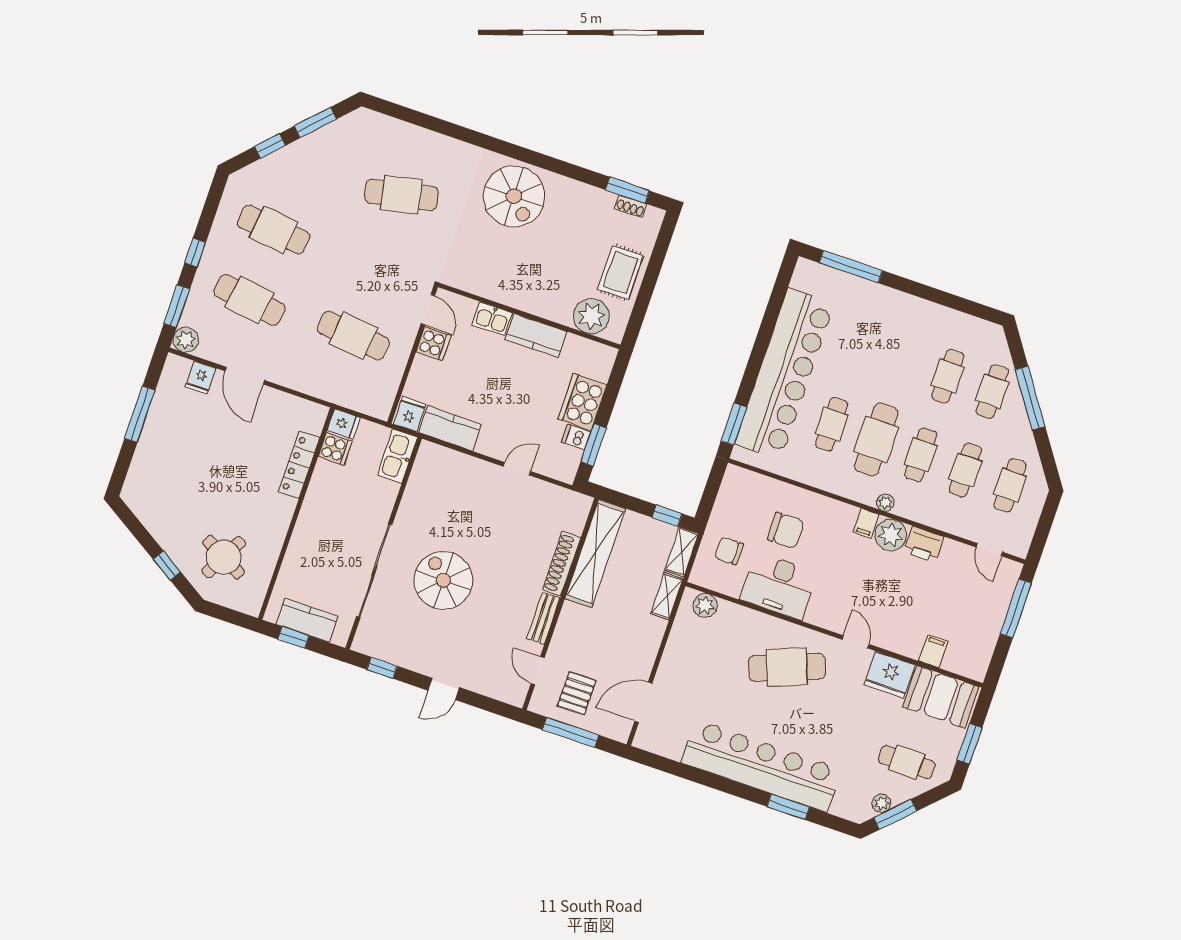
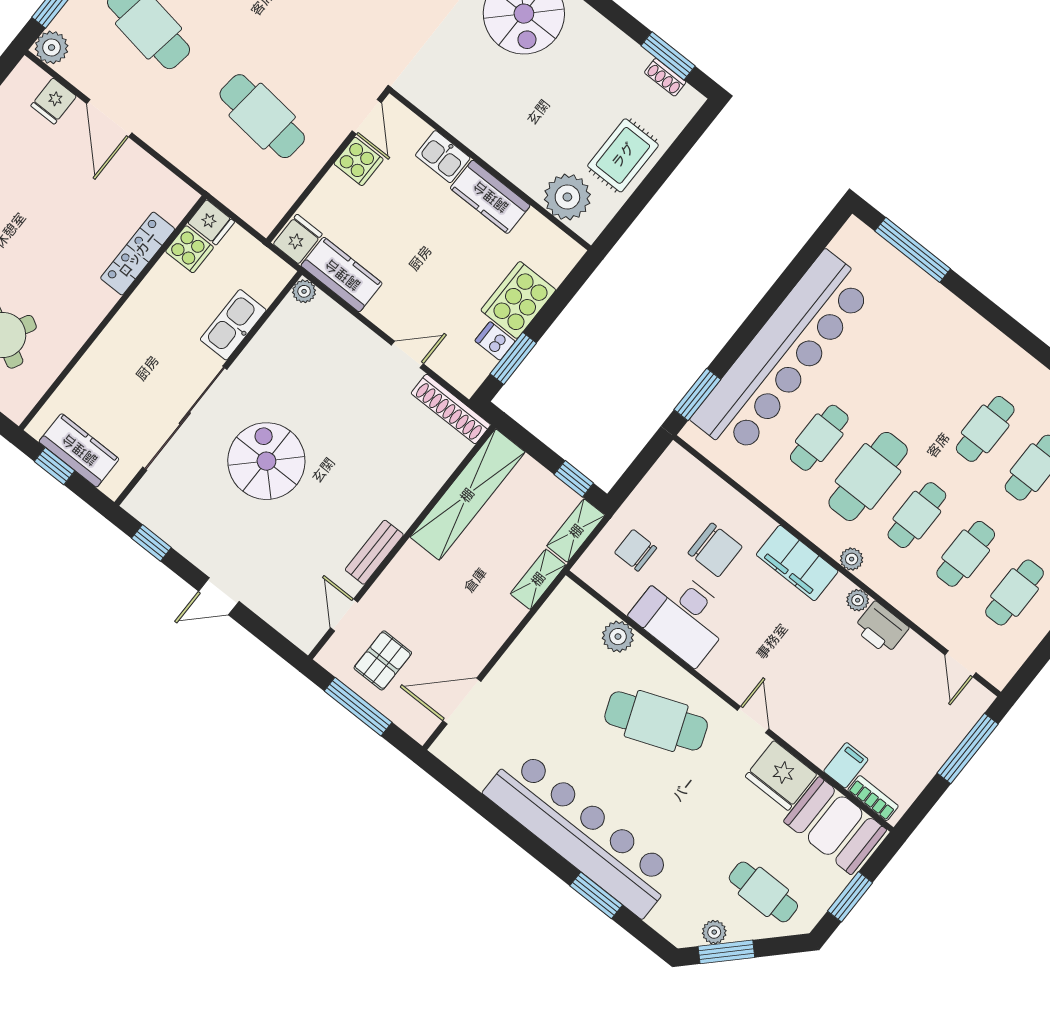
plant: (427, 450) -> (304, 291), added
kitchen sink: (397, 456) -> (233, 325), moved
filing cabinet: (866, 523) -> (797, 563), width x3.00, depth x1.17
plant: (891, 535) -> (858, 600), width x0.53, depth x0.53
shoe rack: (562, 564) -> (451, 409), moved, turned -90
plant: (705, 605) -> (618, 637), moved
bookcase: (961, 668) -> (873, 798), added

